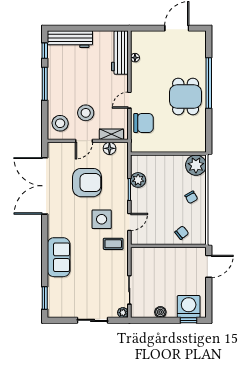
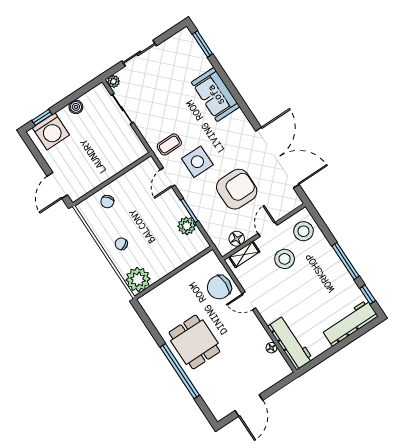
door: (129, 100) -> (249, 301), swing flipped
armchair: (87, 183) -> (237, 189), turned 180

